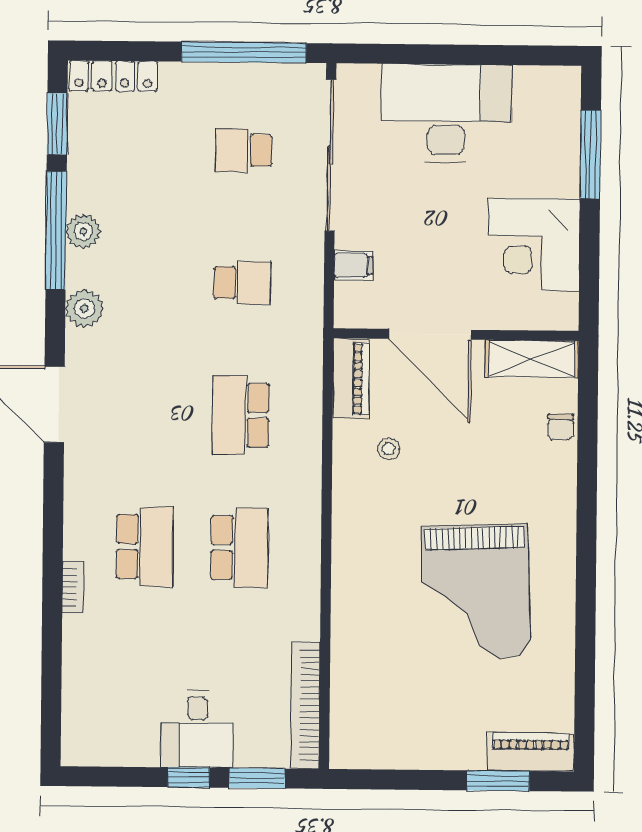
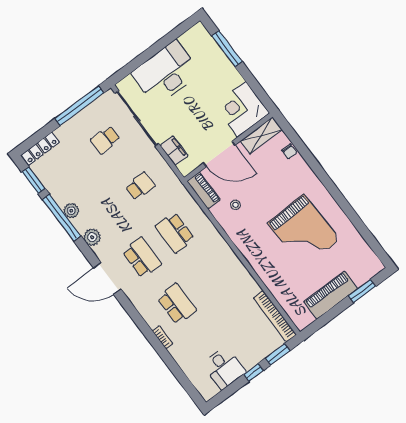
corner desk: (534, 244) -> (242, 109), moved, turned 90
filing cabinet: (353, 265) -> (174, 151), width x2.00
school desk: (239, 548) -> (142, 258), moved
desk: (197, 729) -> (224, 368), moved
piano: (530, 752) -> (331, 295), moved, width x1.37, depth x1.33

